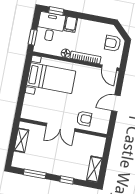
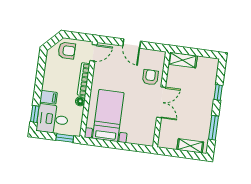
armchair: (113, 43) -> (67, 51), turned -90
shelving: (21, 140) -> (190, 146), moved
shelving: (94, 169) -> (183, 60), moved

